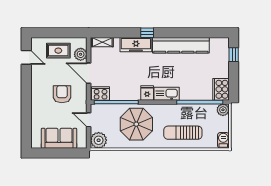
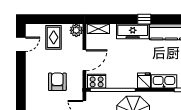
rug: (58, 51) -> (54, 37), turned 90
plant: (81, 54) -> (76, 30), moved
door: (26, 57) -> (21, 44), hinge flipped
door: (89, 73) -> (84, 60), swing flipped

